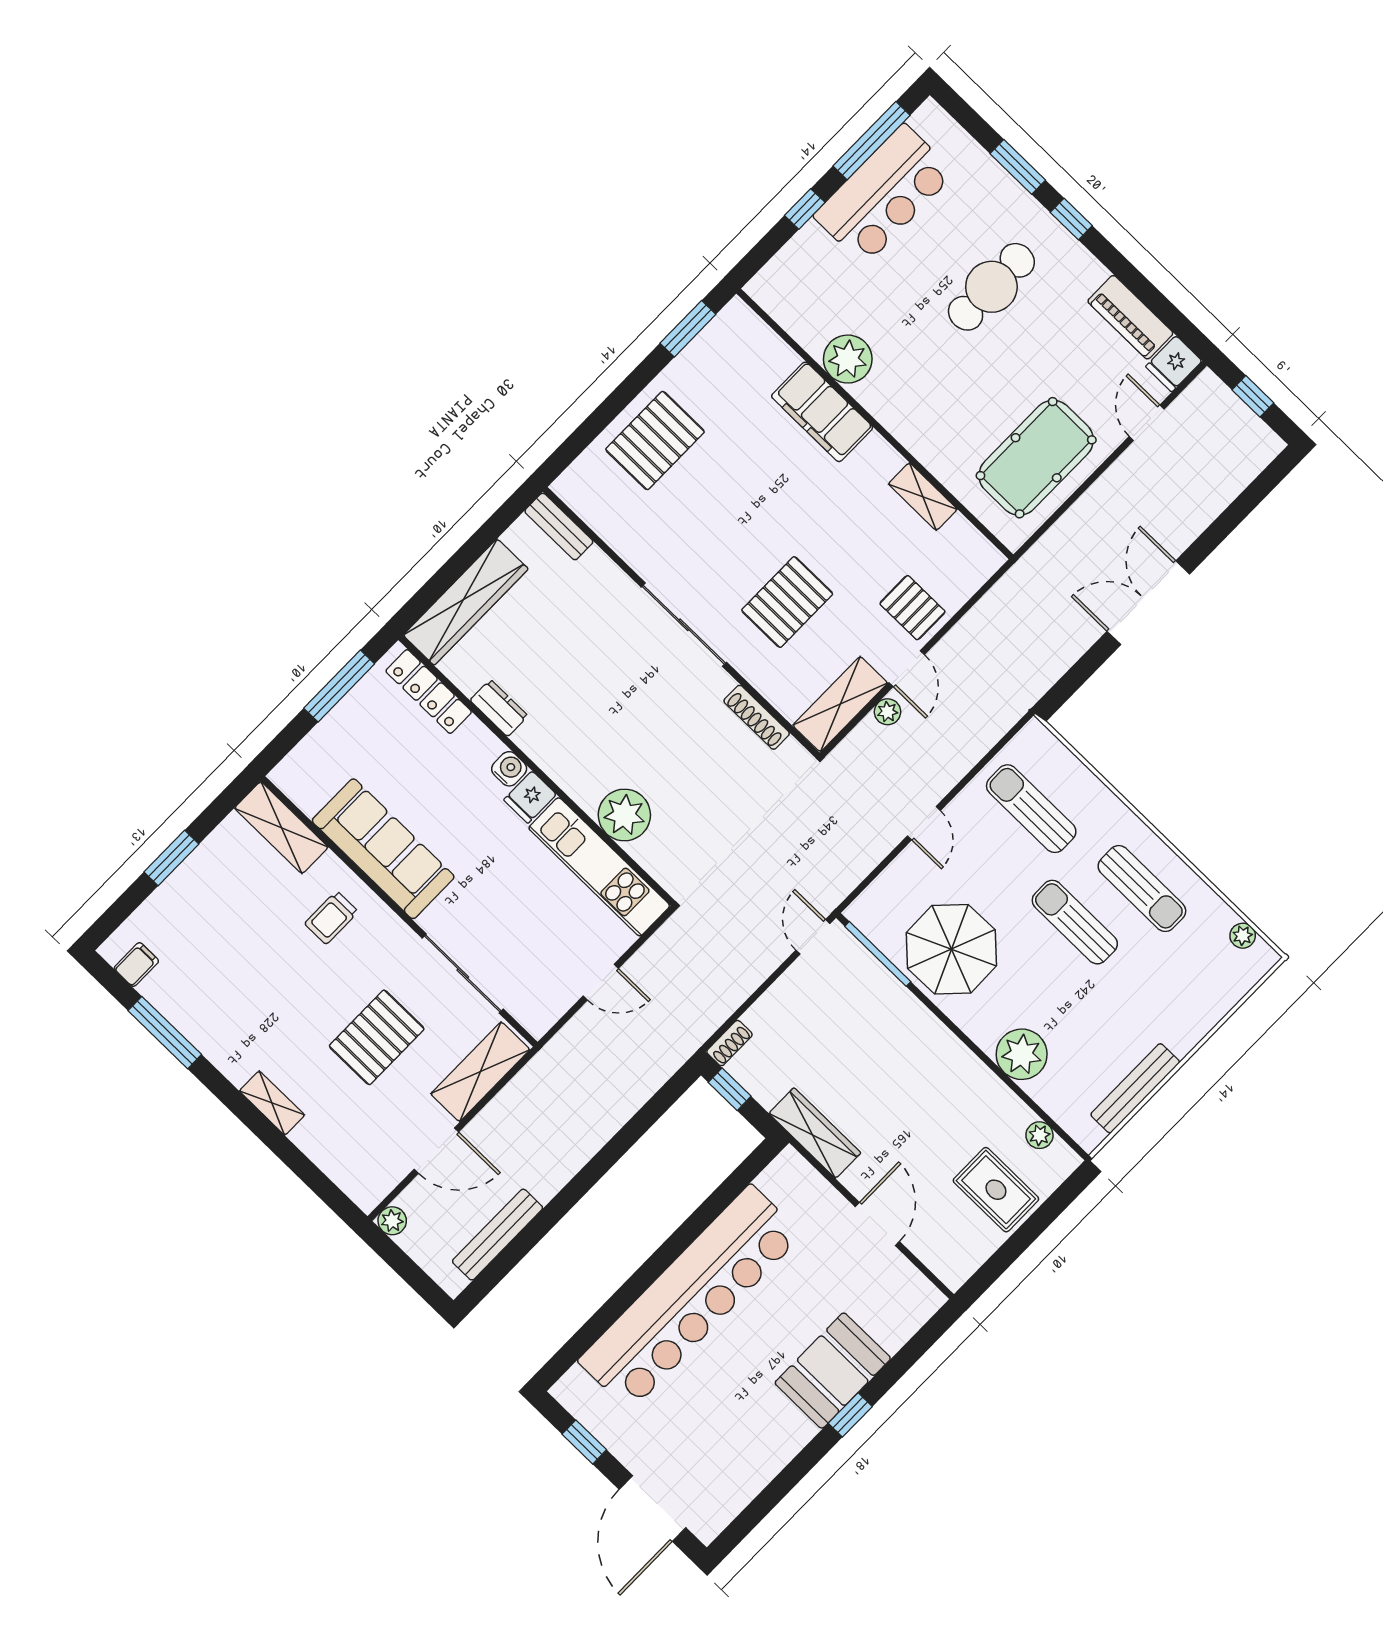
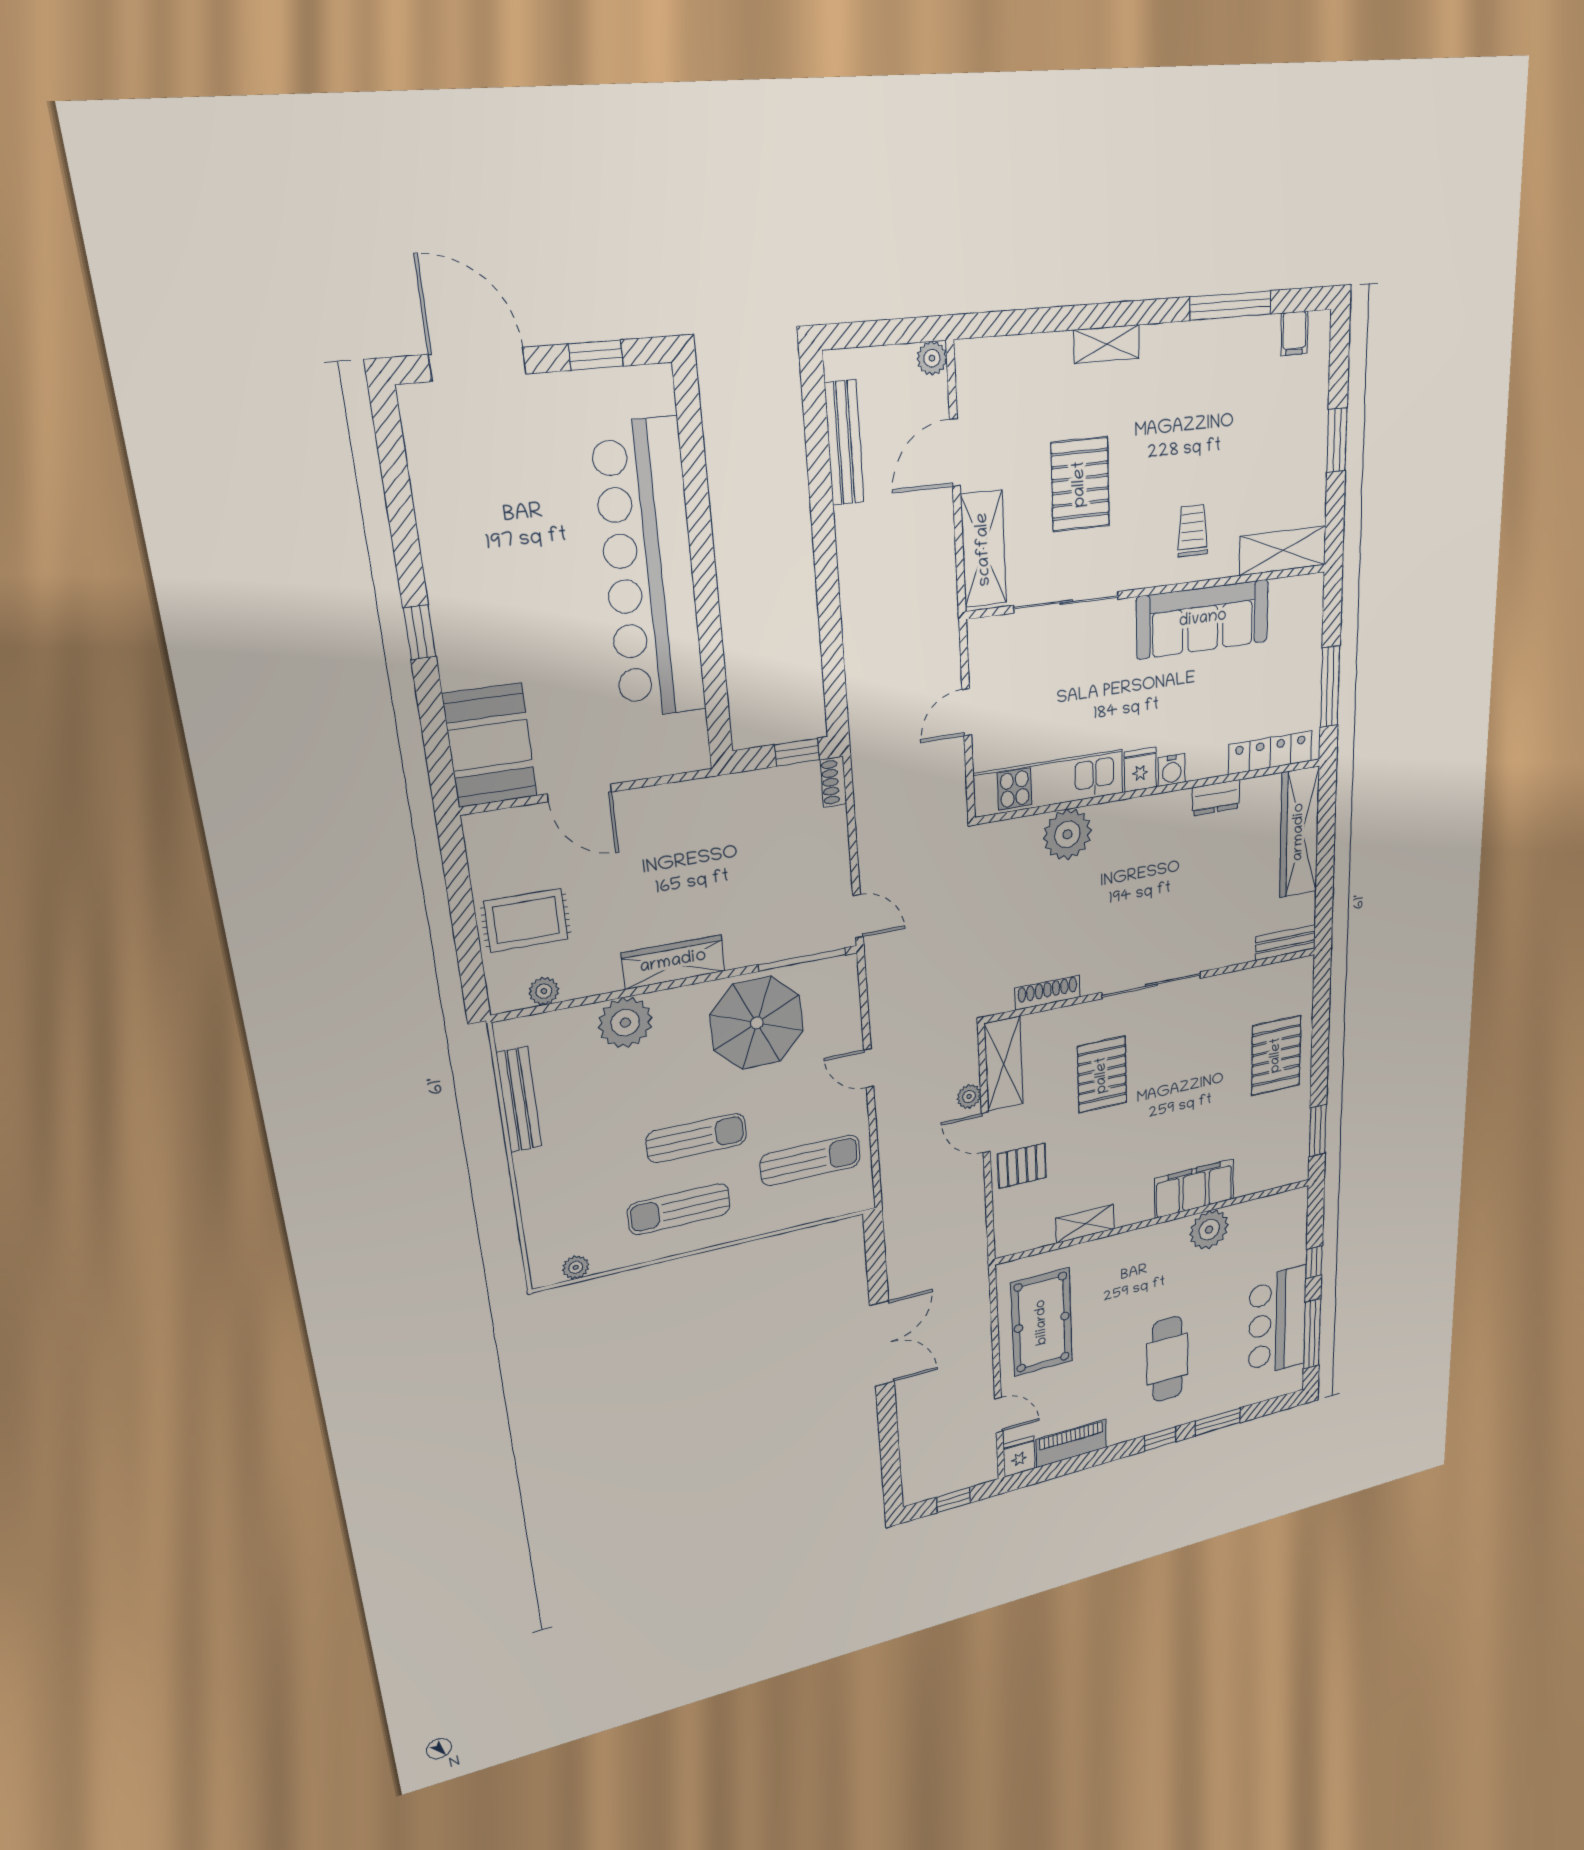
wardrobe: (815, 1133) -> (673, 962), moved, turned 180
booth: (833, 1371) -> (490, 745), moved

